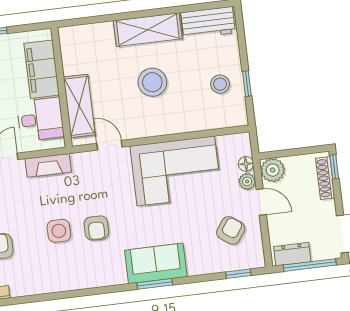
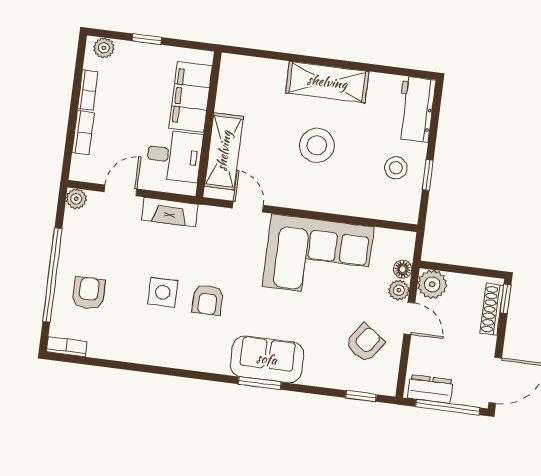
workbench: (208, 23) -> (416, 109), moved, turned 90

